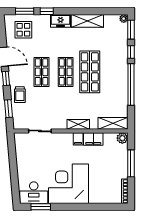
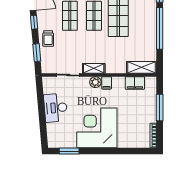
shelving: (78, 124) -> (94, 68), moved
plant: (122, 138) -> (95, 82), moved
filing cabinet: (93, 139) -> (135, 83), moved
desk: (34, 193) -> (56, 108), moved, turned 85

